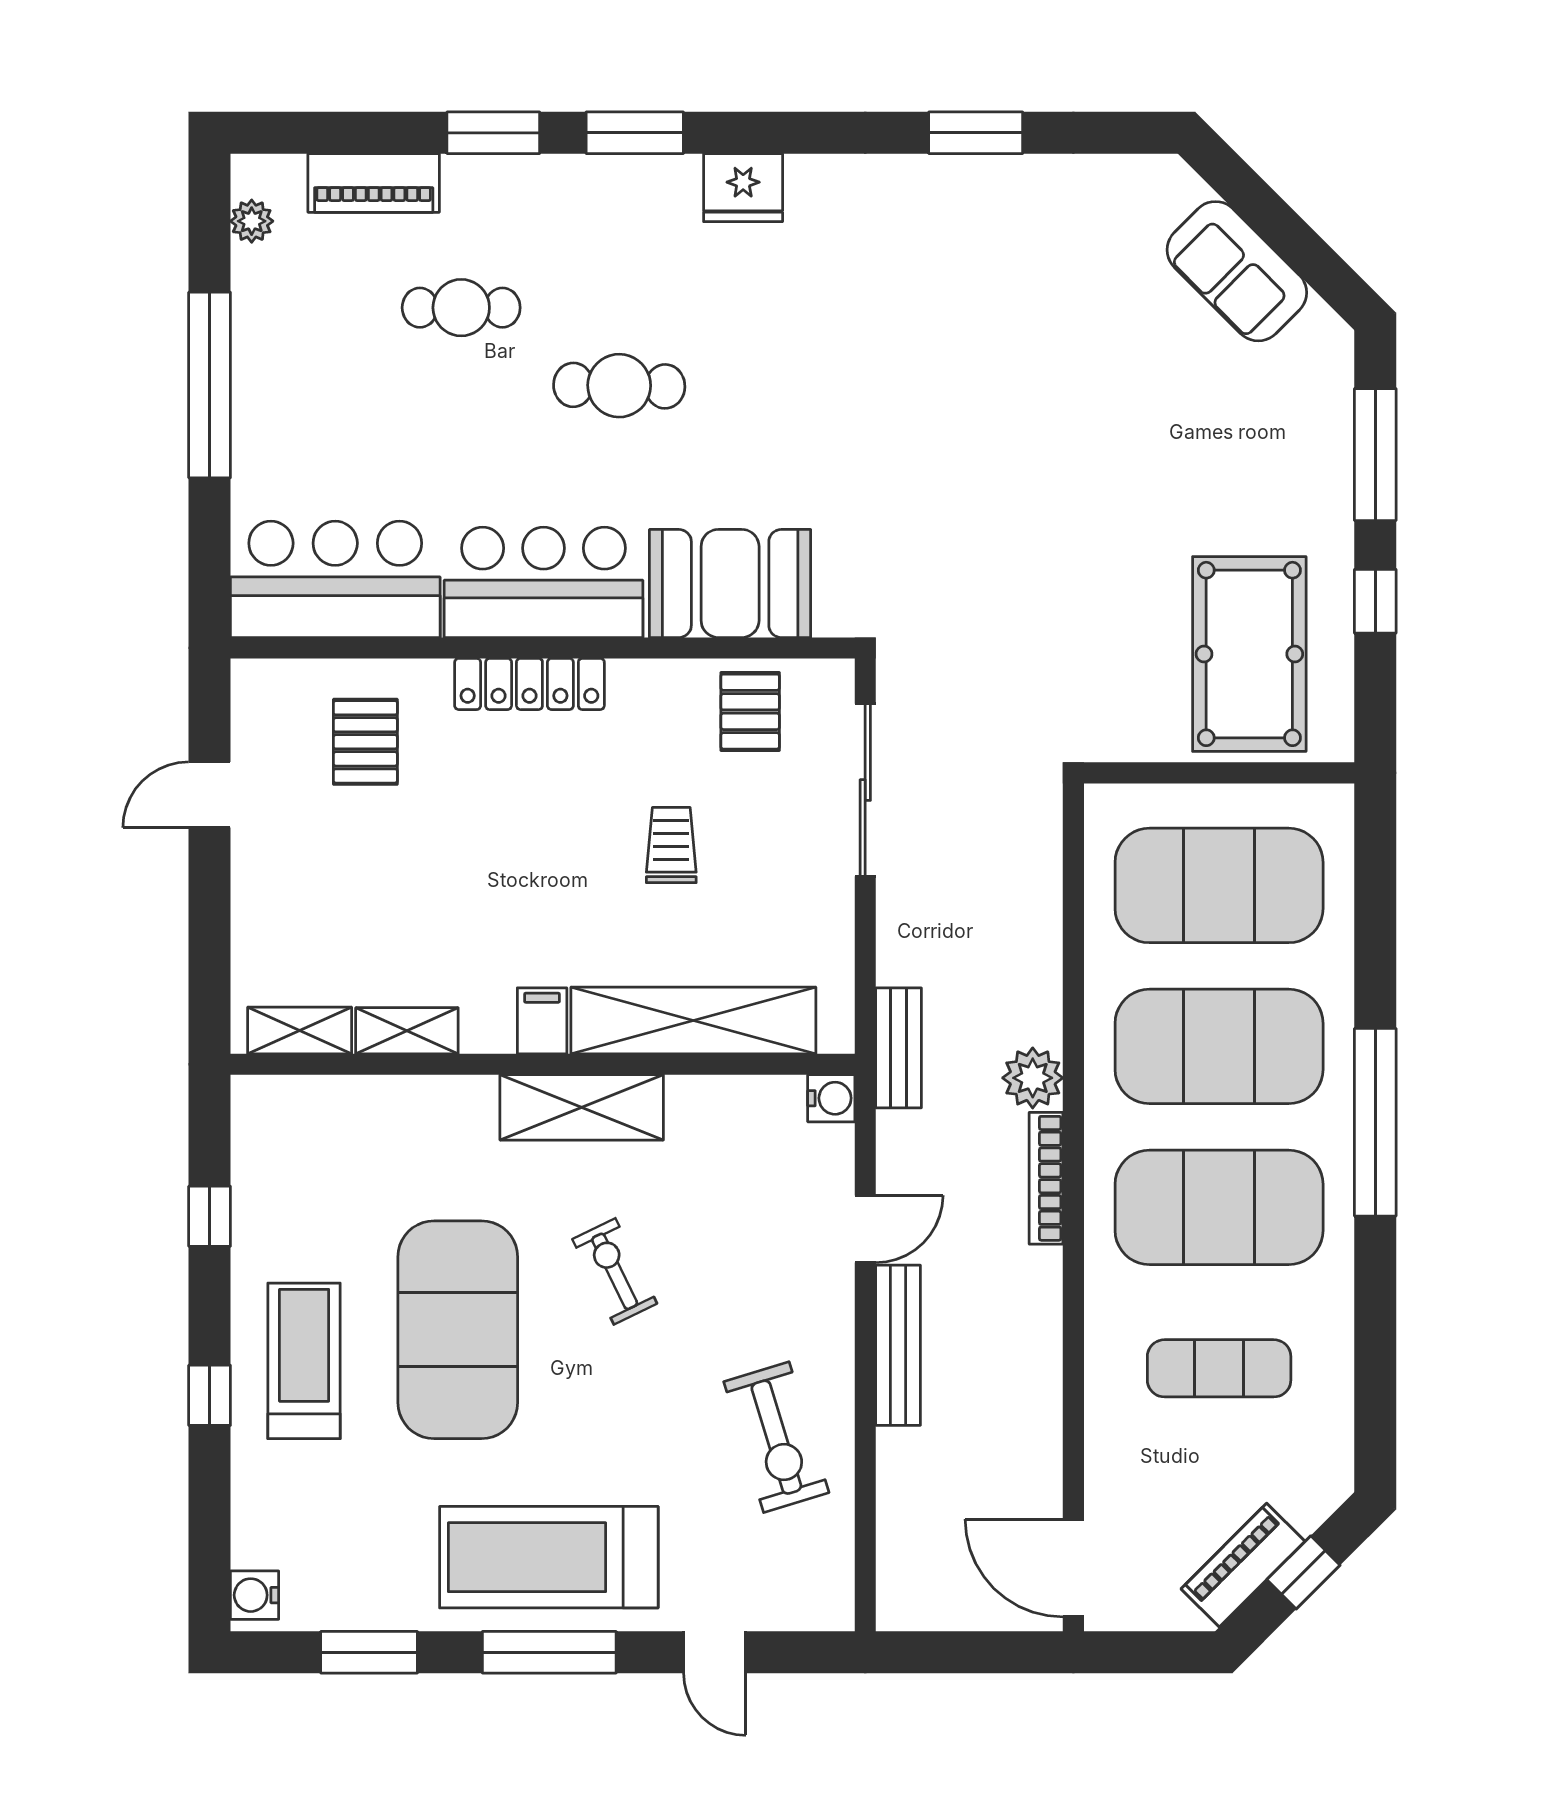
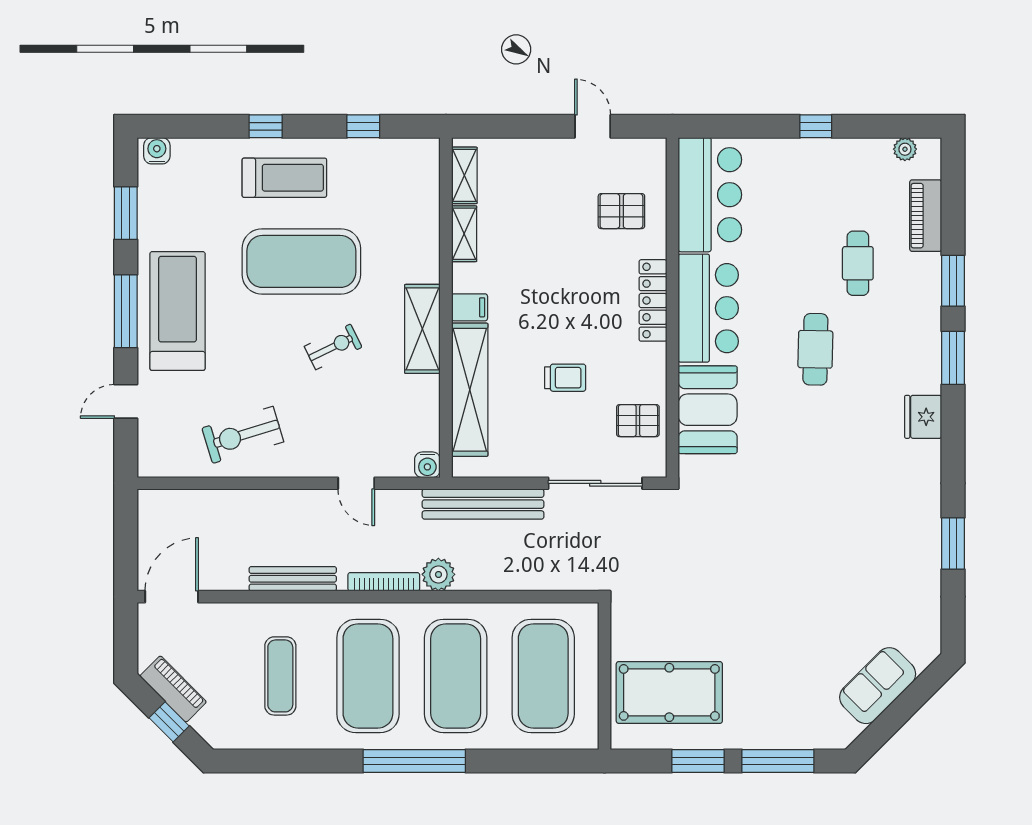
window: (210, 385) -> (816, 126), width x0.32
window: (1375, 601) -> (698, 761), width x1.50
bench: (899, 1048) -> (483, 504), width x1.86, depth x1.21
bench: (898, 1345) -> (293, 579), moved

